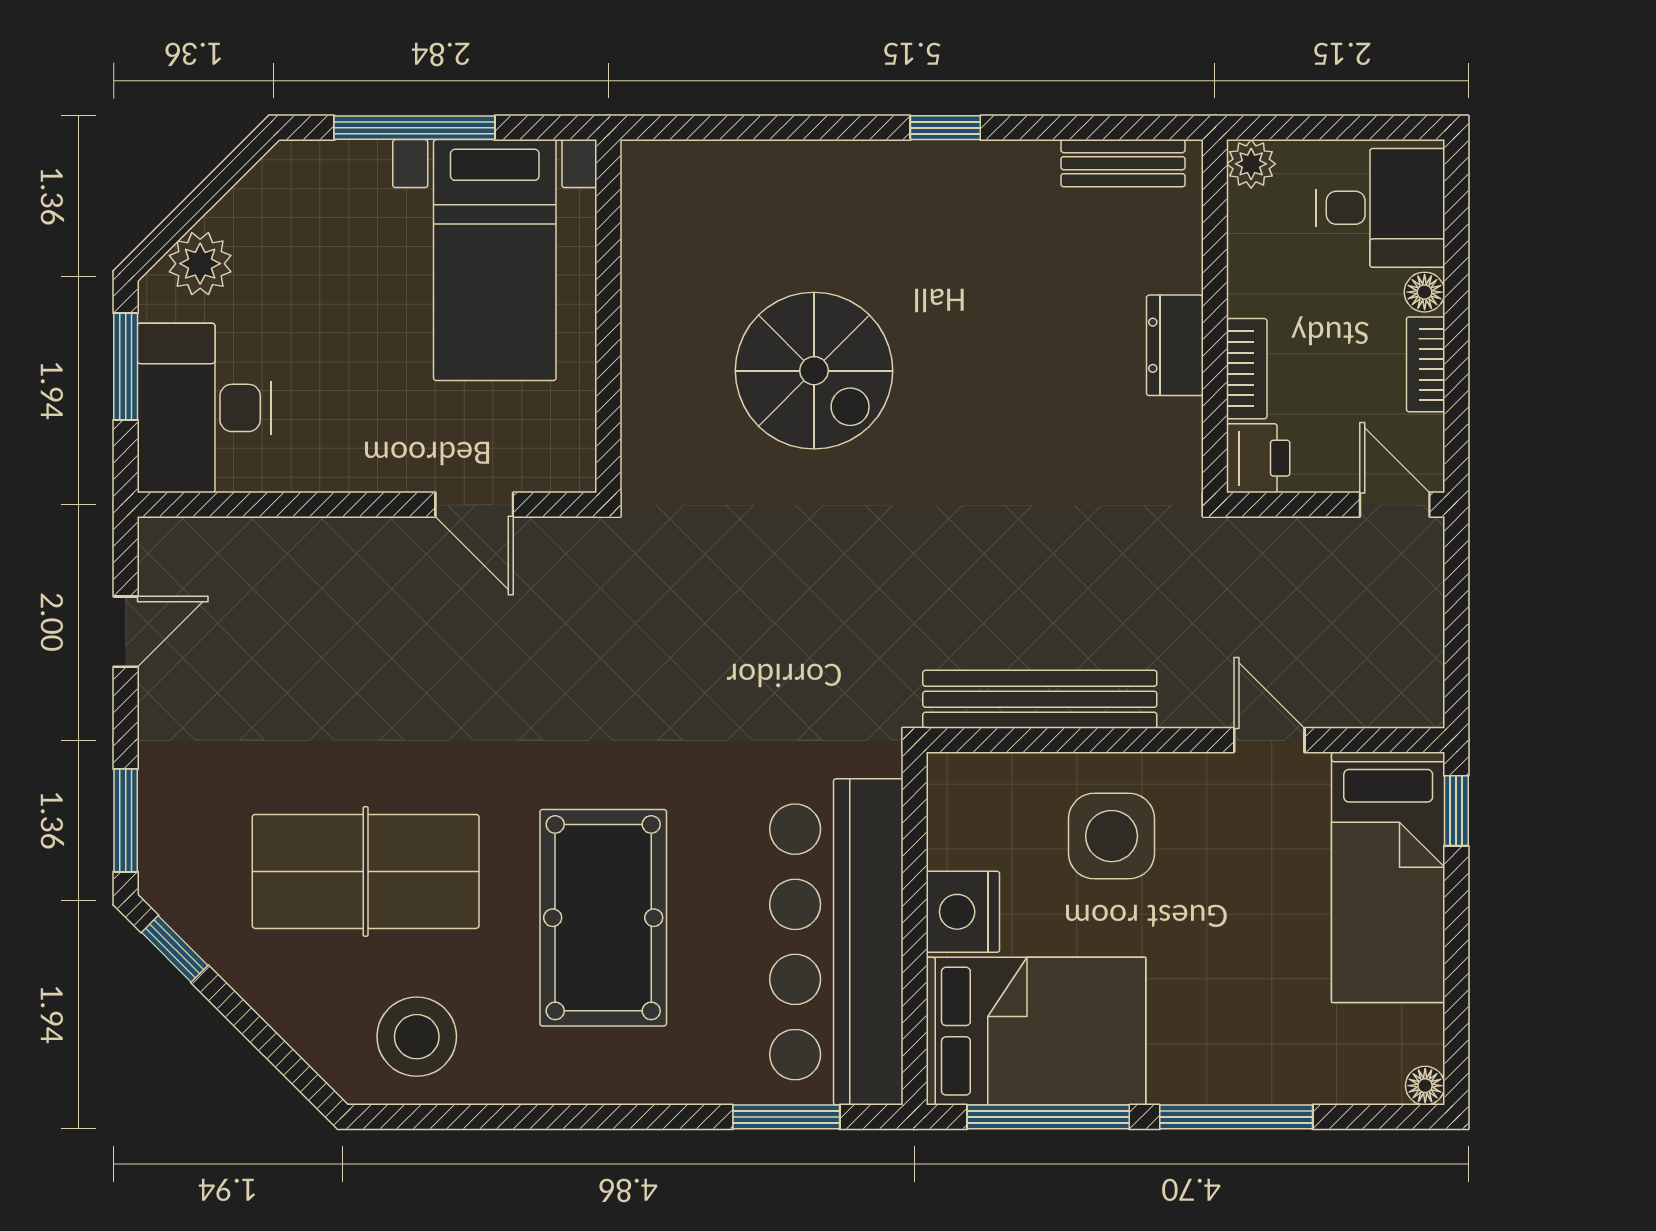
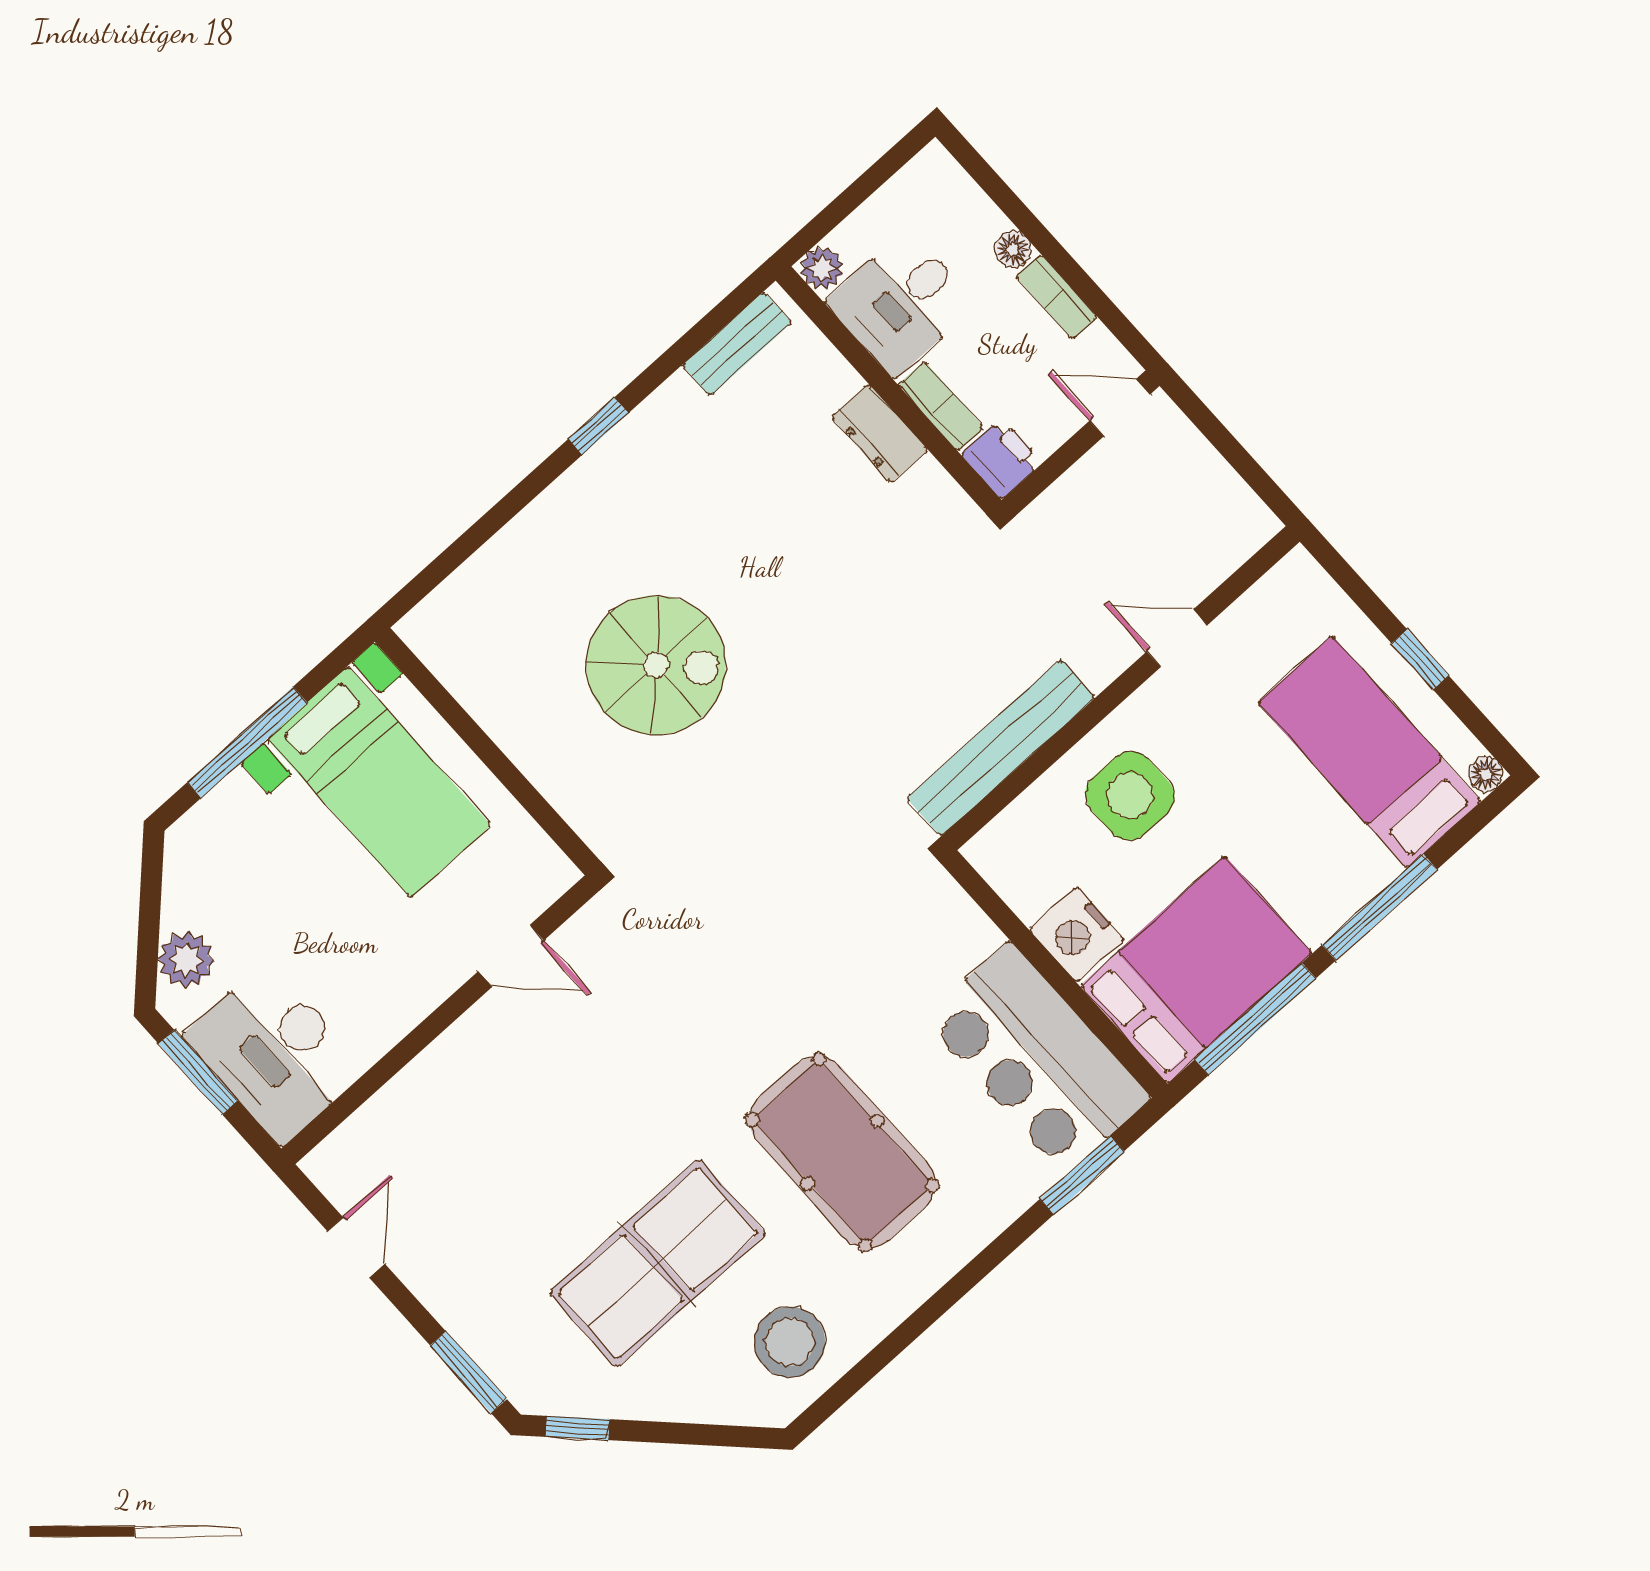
desk: (1380, 208) -> (901, 303), moved, turned 180
window: (1456, 811) -> (1420, 660), moved
bed: (1388, 877) -> (1369, 752), moved, turned 180
bar counter: (836, 942) -> (1037, 1058), width x0.73

